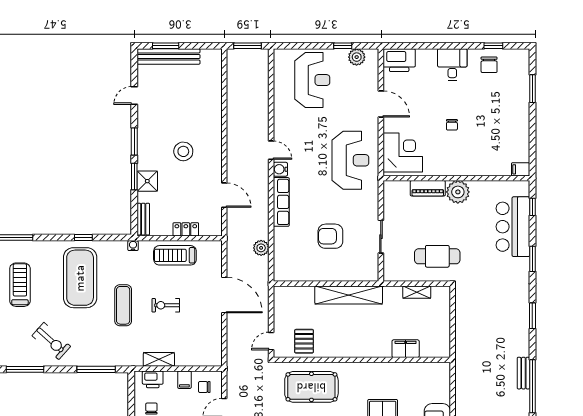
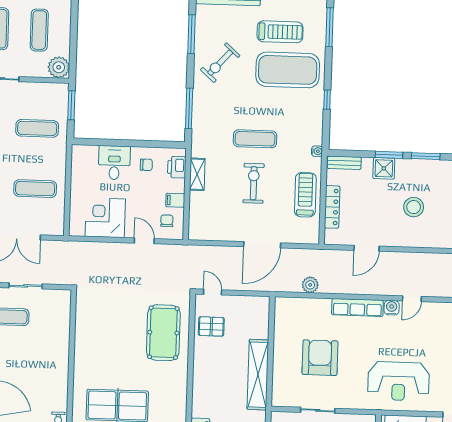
locker: (186, 229) -> (332, 207), width x1.53
armchair: (330, 236) -> (320, 358), width x1.36, depth x1.36
exercise mat: (80, 278) -> (288, 70), moved
exercise bike: (166, 305) -> (254, 183), width x1.38, depth x1.39

